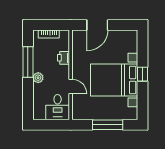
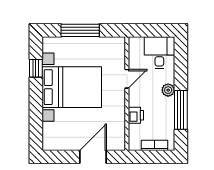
window: (142, 74) -> (36, 68), moved
door: (71, 87) -> (127, 79), swing flipped
desk: (58, 107) -> (159, 53), moved

